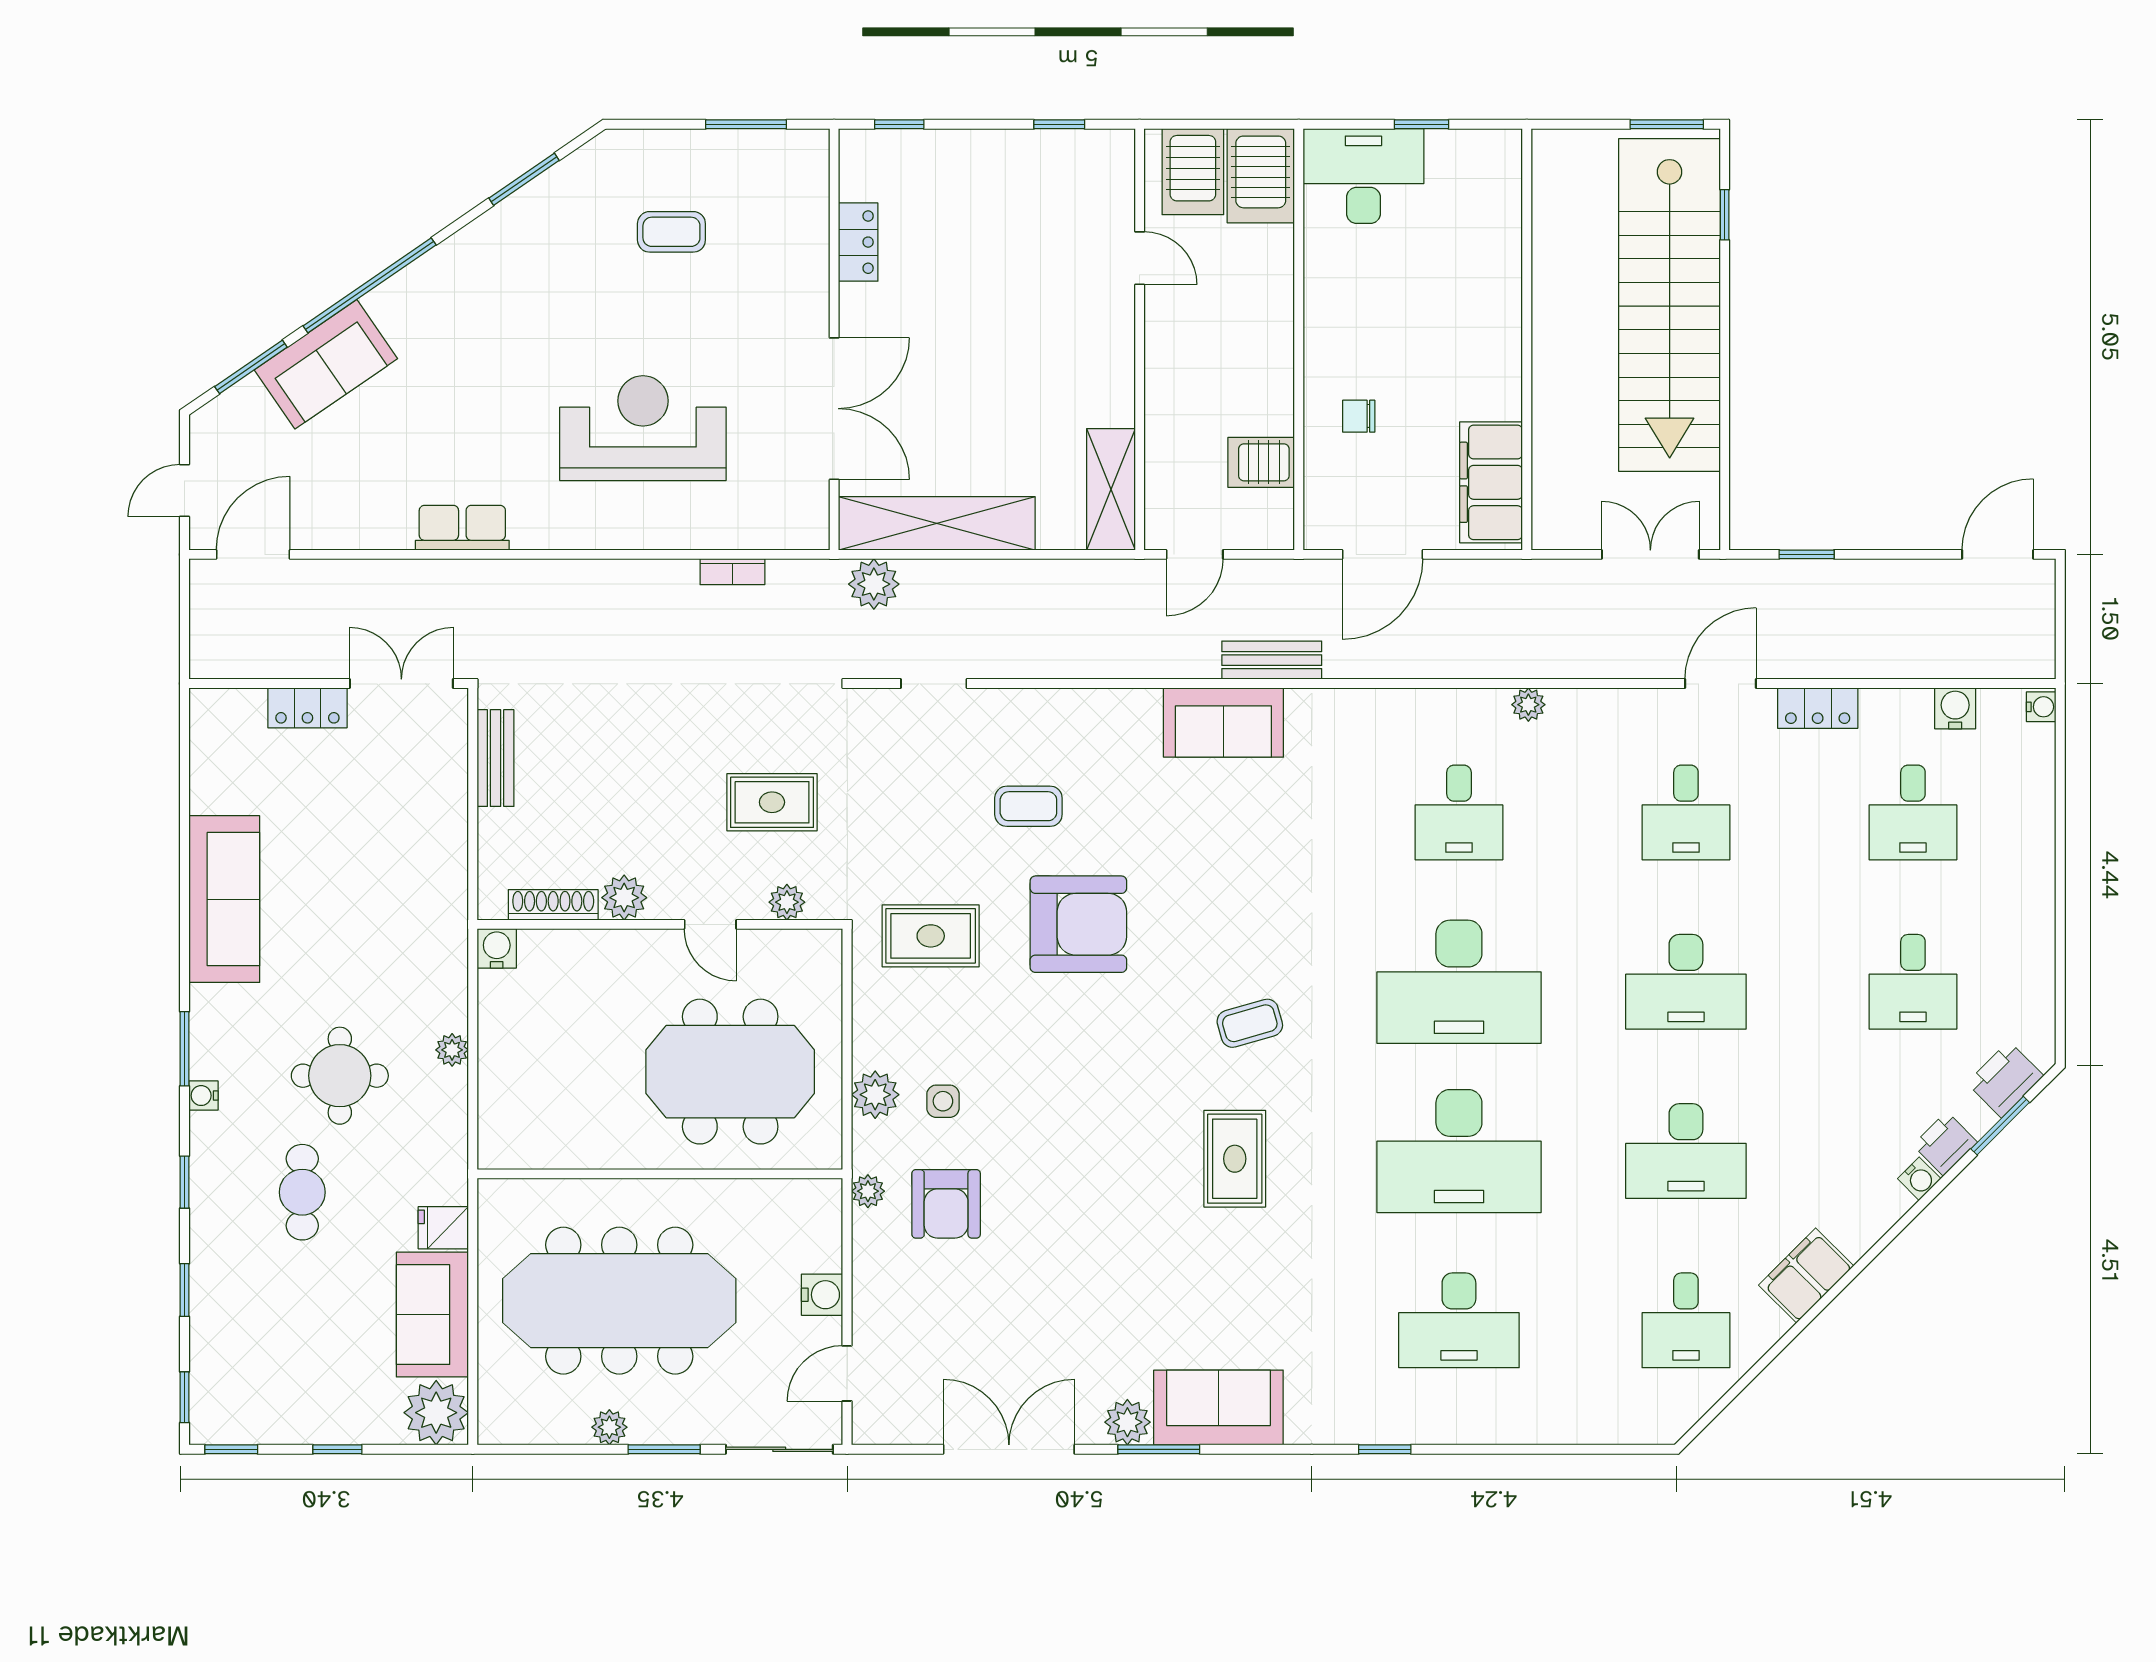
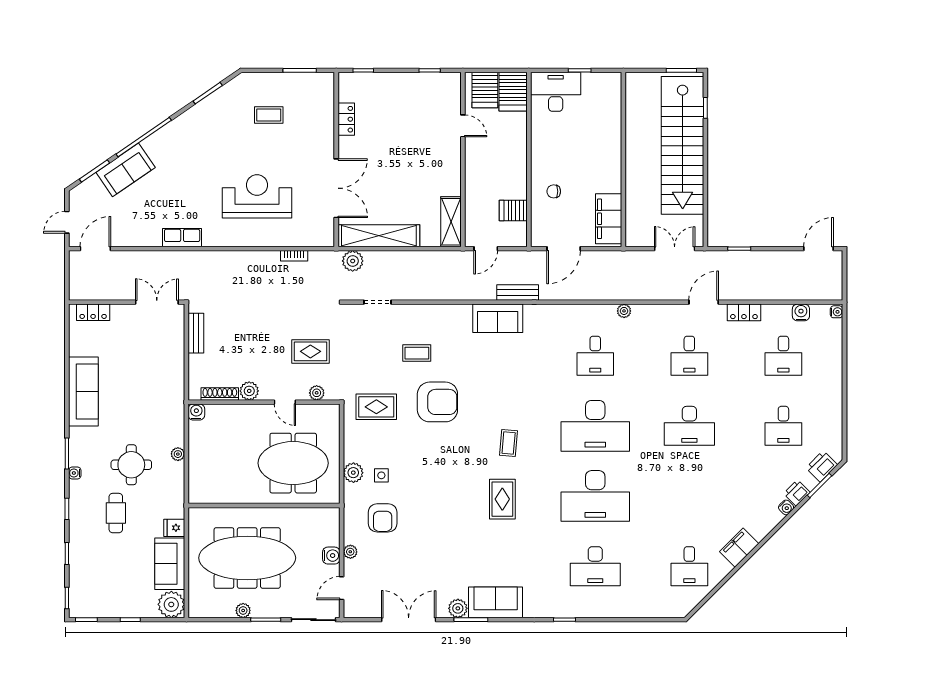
locker: (307, 708) -> (93, 312), moved
coffee table: (1250, 1023) -> (509, 443), turned -69
desk: (1686, 1151) -> (689, 496), removed
plant: (868, 1191) -> (350, 552), moved

